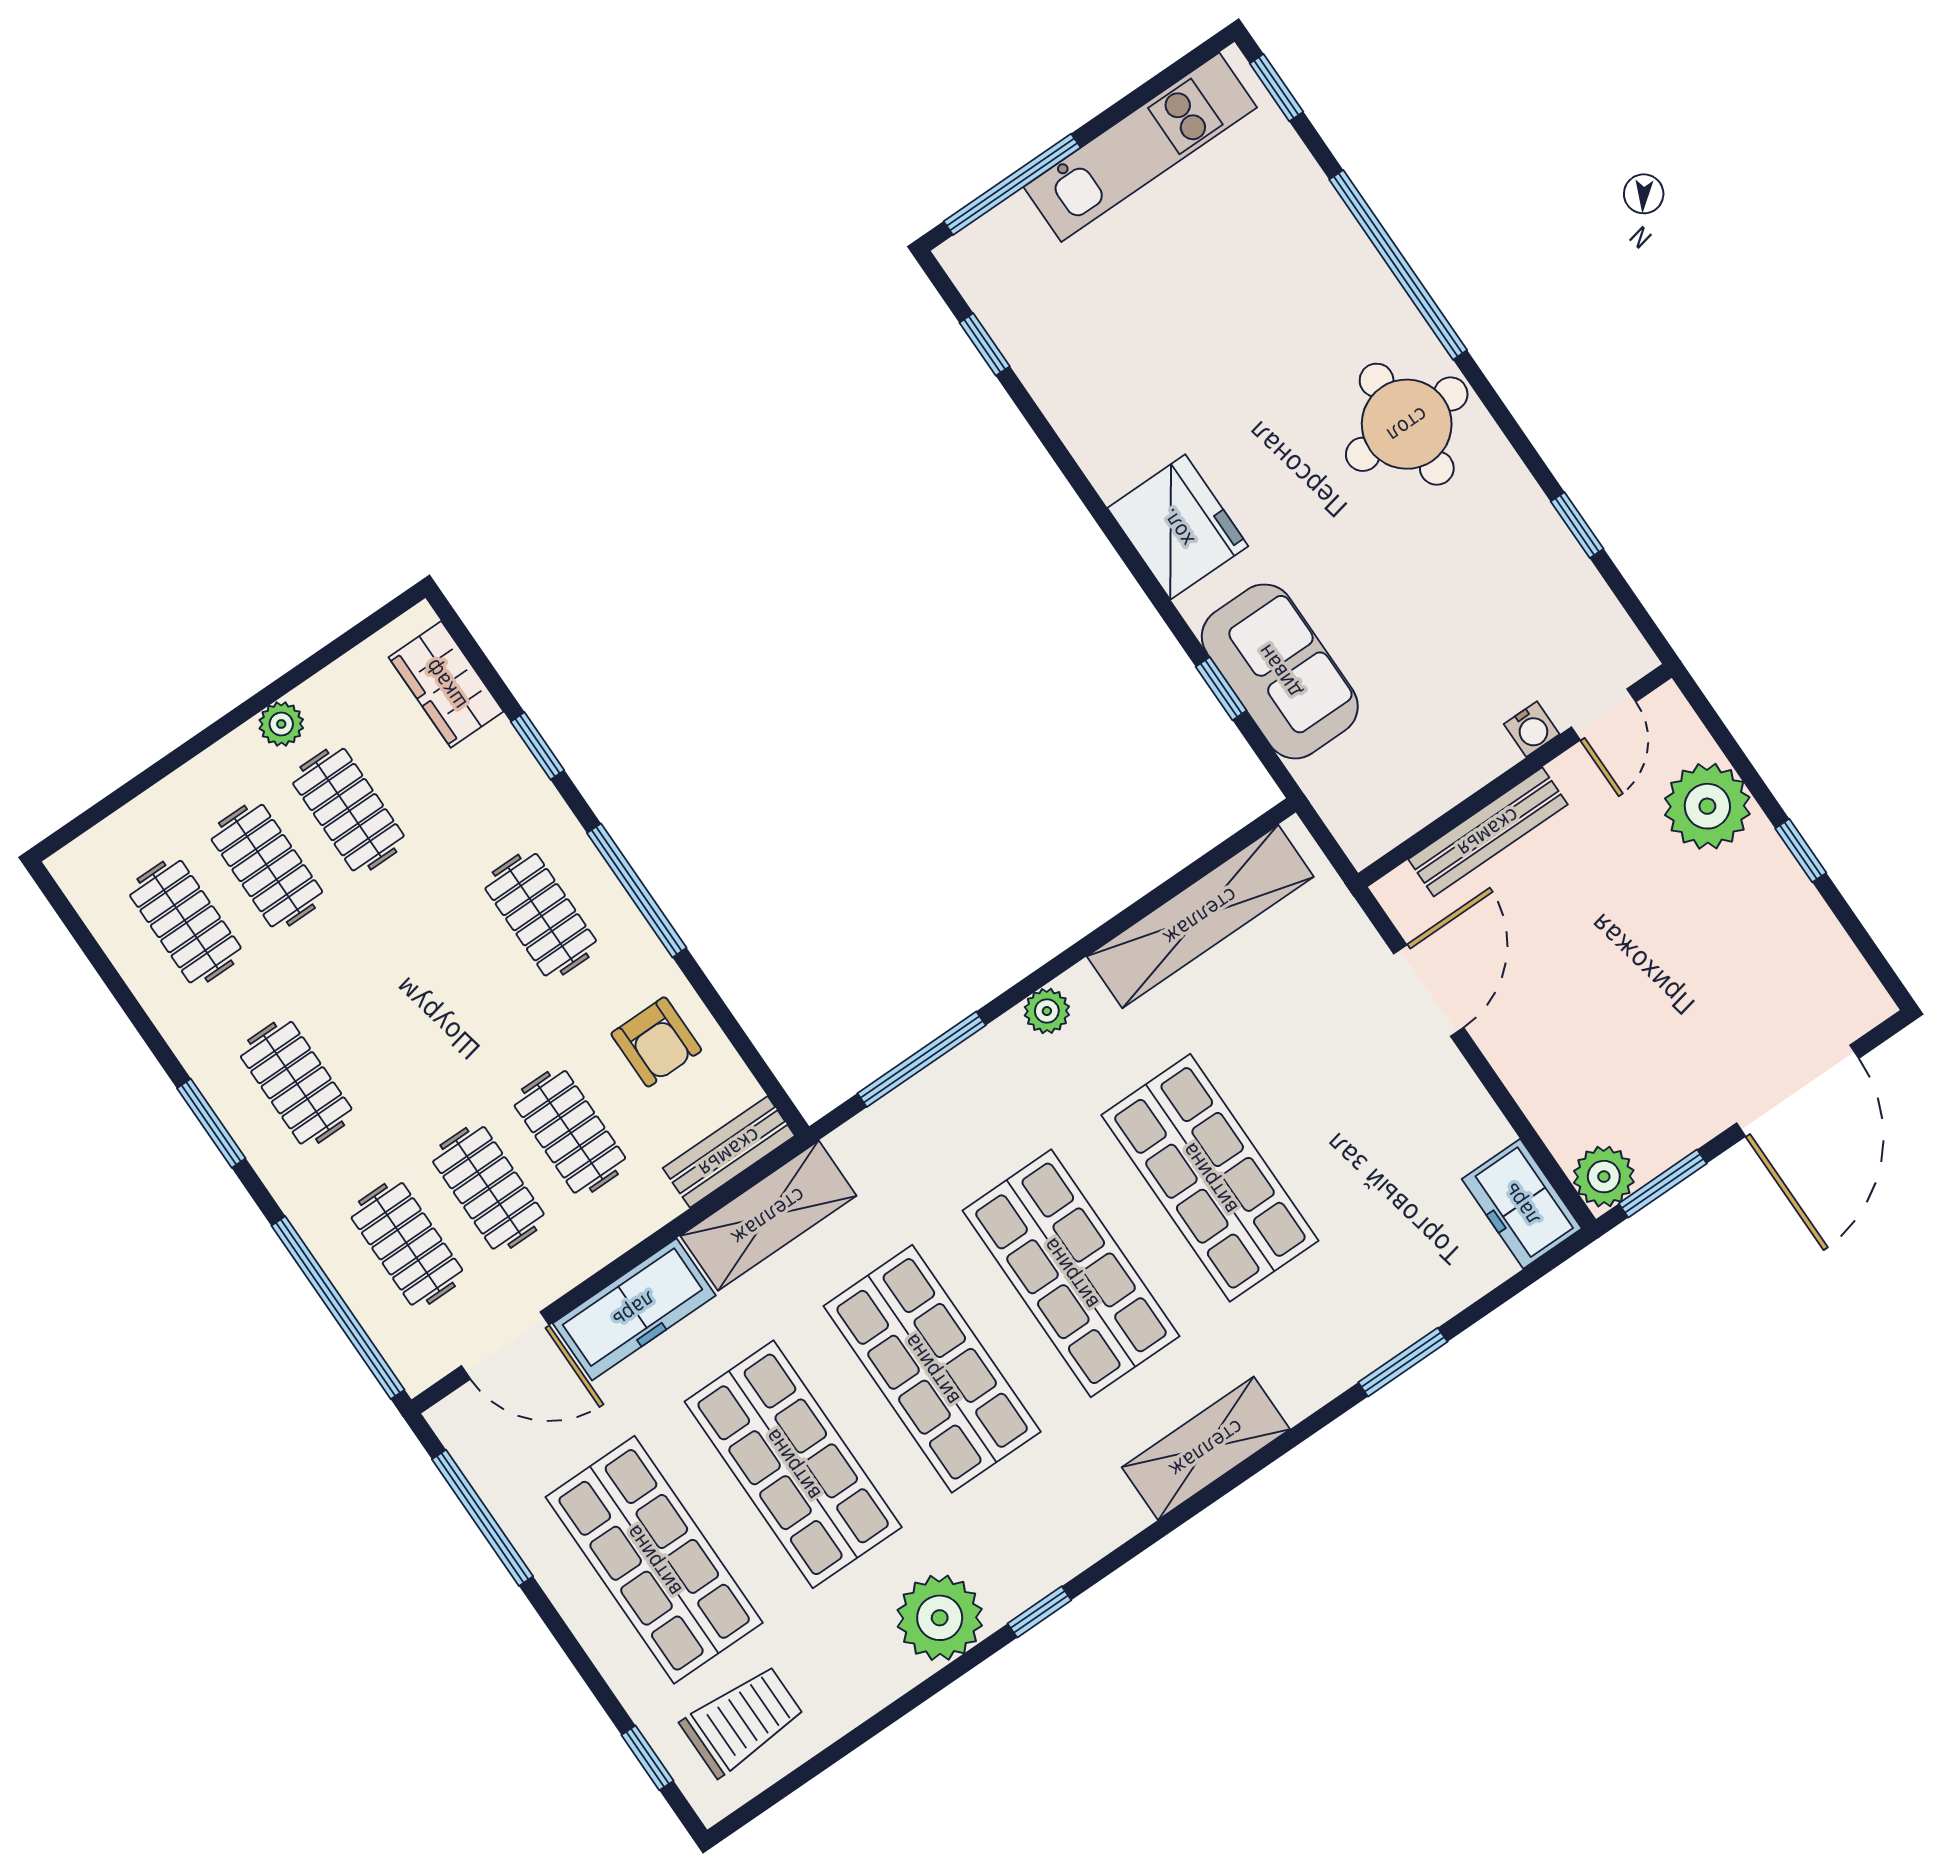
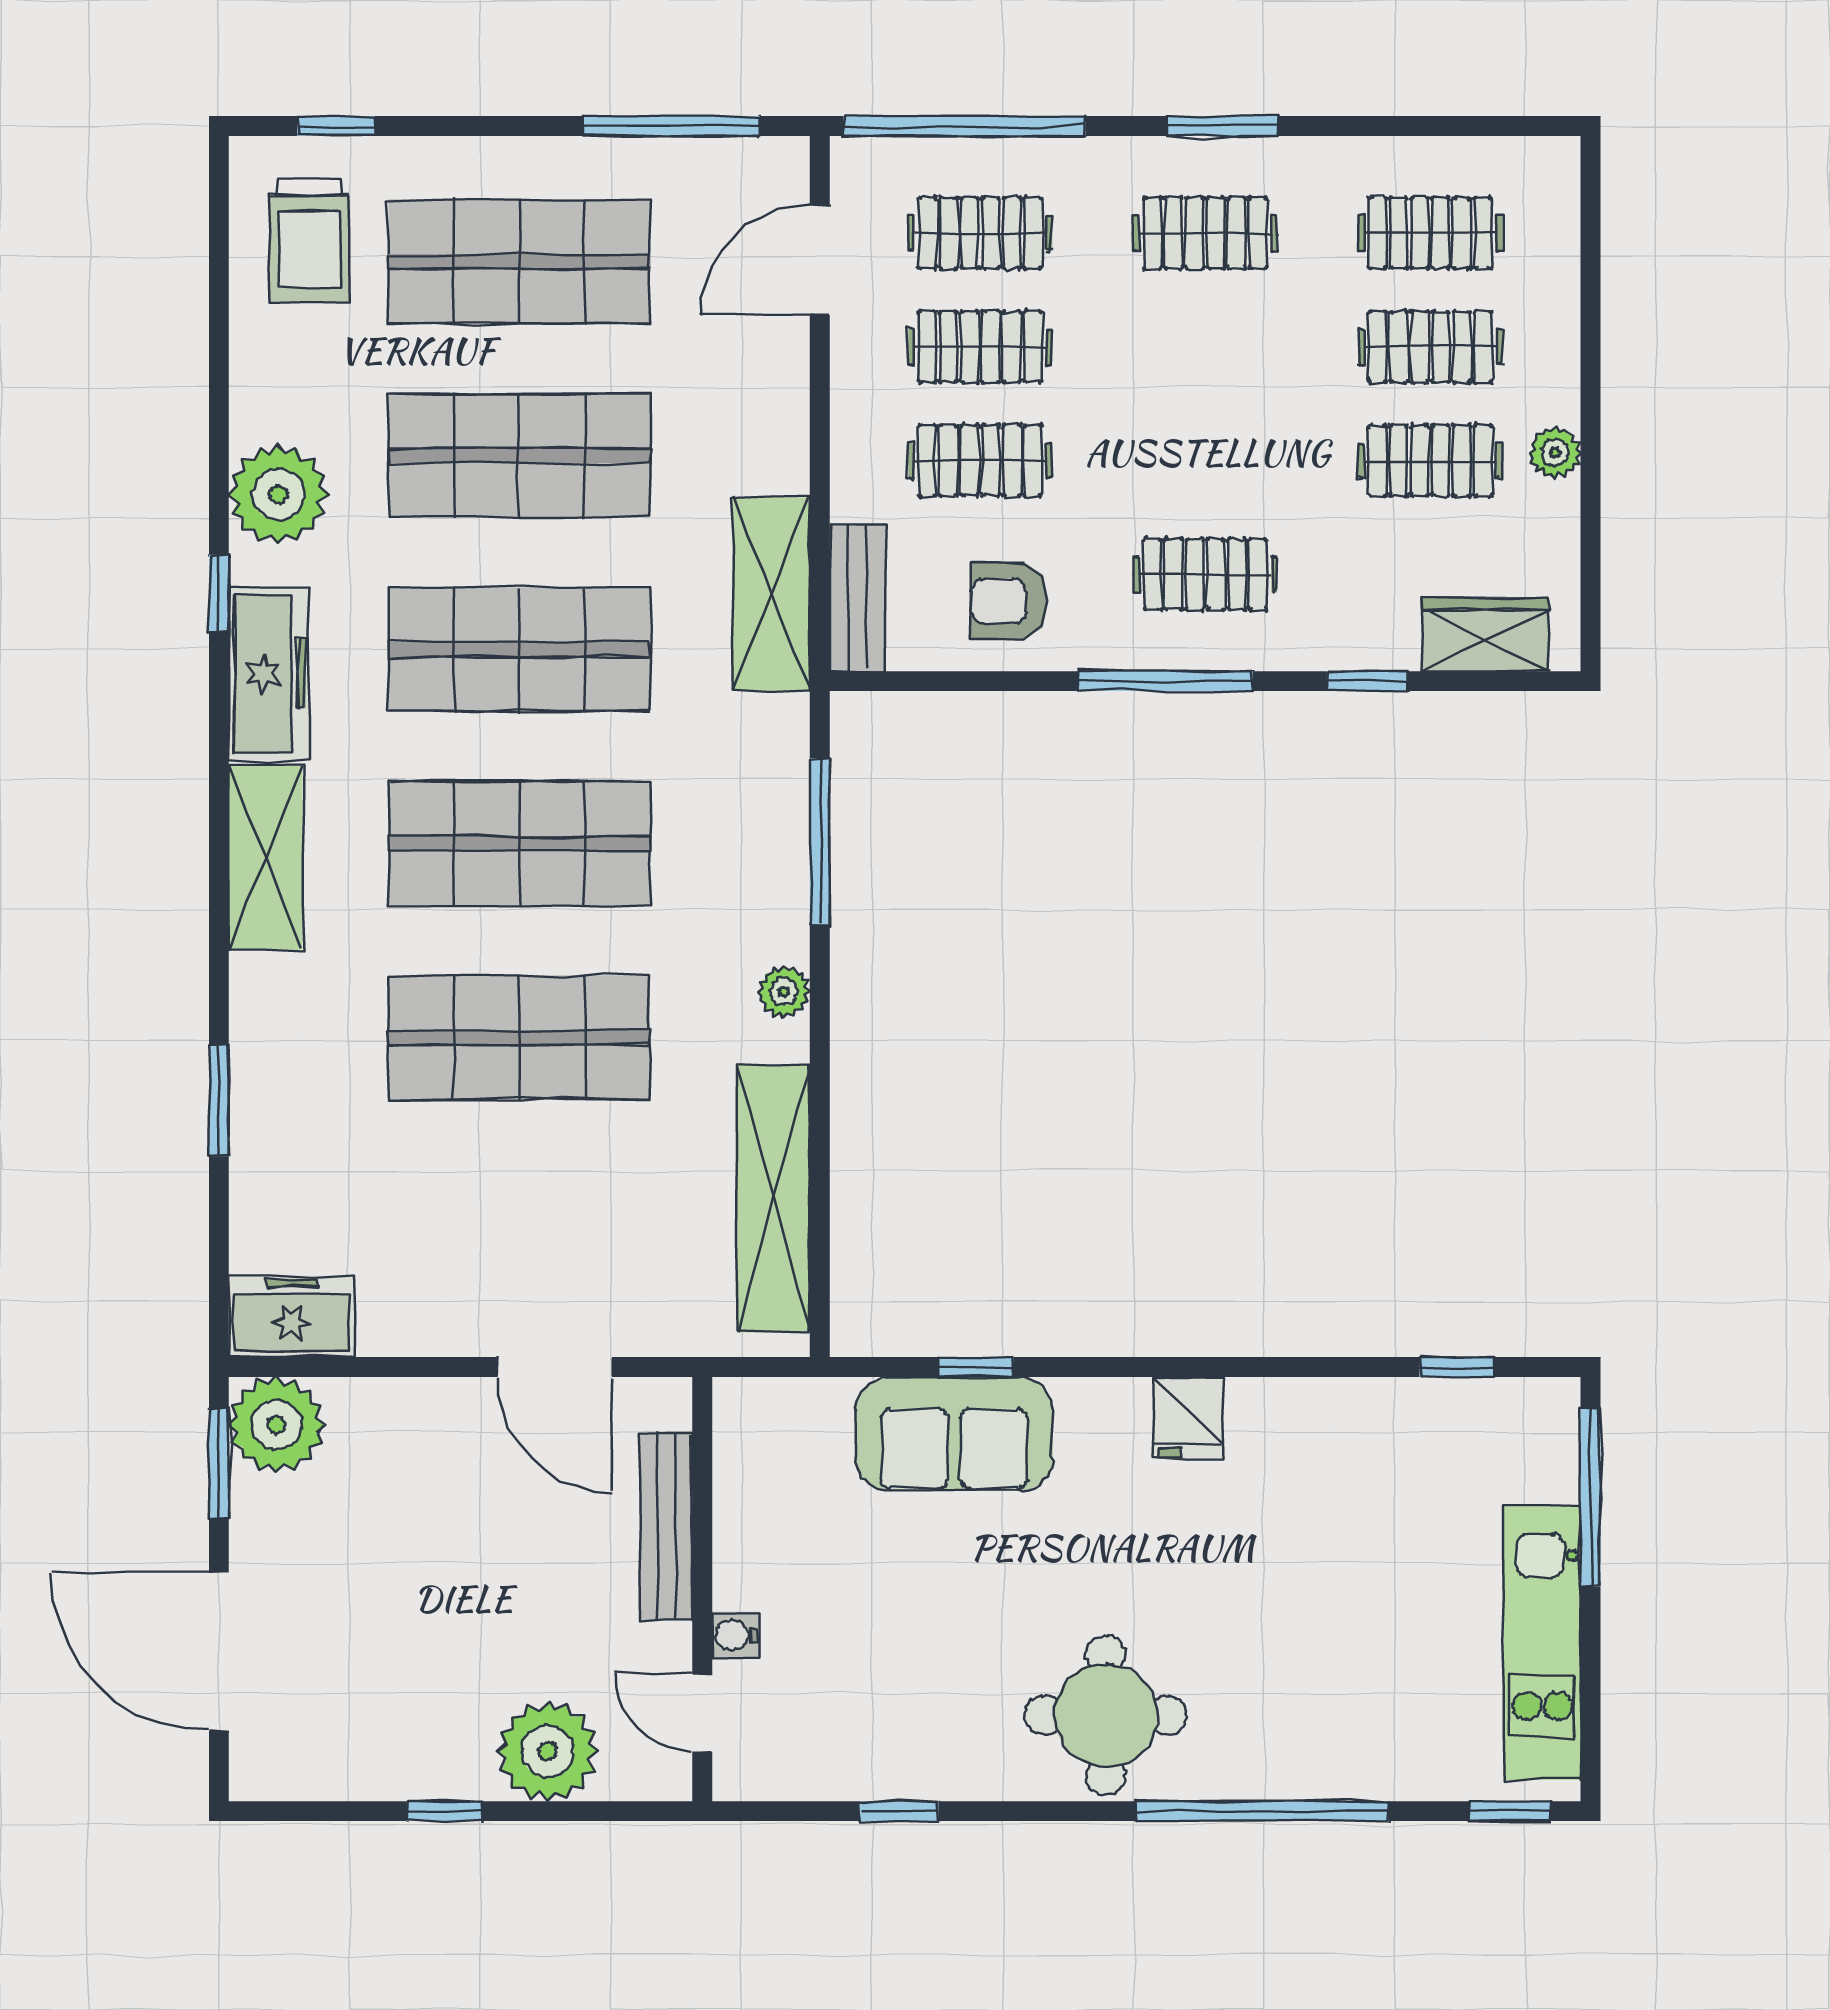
fridge: (1178, 527) -> (1188, 1417), width x0.53, depth x0.75
plant: (1604, 1177) -> (277, 1425), width x1.36, depth x1.36
freezer: (634, 1309) -> (269, 674), moved, turned 180

